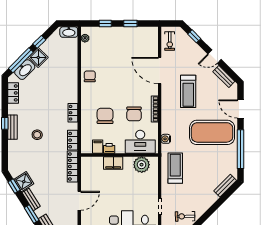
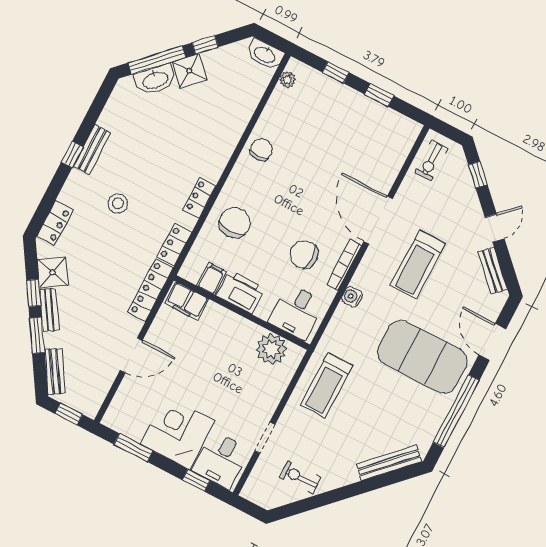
door: (215, 57) -> (495, 228), swing flipped
door: (160, 71) -> (378, 220), moved
locker: (13, 93) -> (55, 223), moved
chair: (134, 114) -> (304, 255), turned 90
chair: (105, 116) -> (235, 223), moved
bench: (13, 127) -> (92, 150), moved
water cooler: (166, 139) -> (352, 297), moved
desk: (140, 142) -> (297, 312), width x0.73
printer: (109, 148) -> (241, 292), width x1.87, depth x1.48
filing cabinet: (113, 163) -> (187, 301), moved
treadmill: (175, 168) -> (327, 385), turned 180
window: (14, 186) -> (34, 293), moved
bench: (225, 186) -> (389, 463), width x1.36

